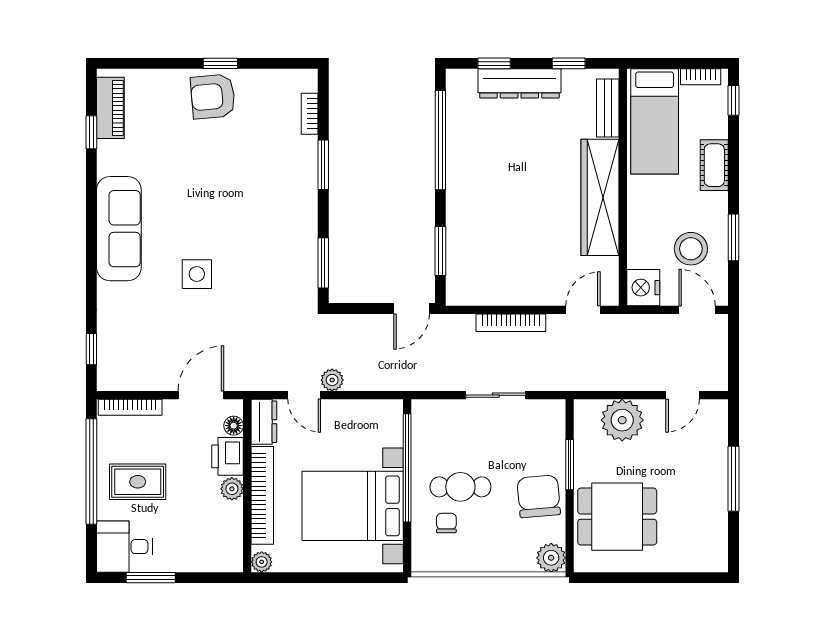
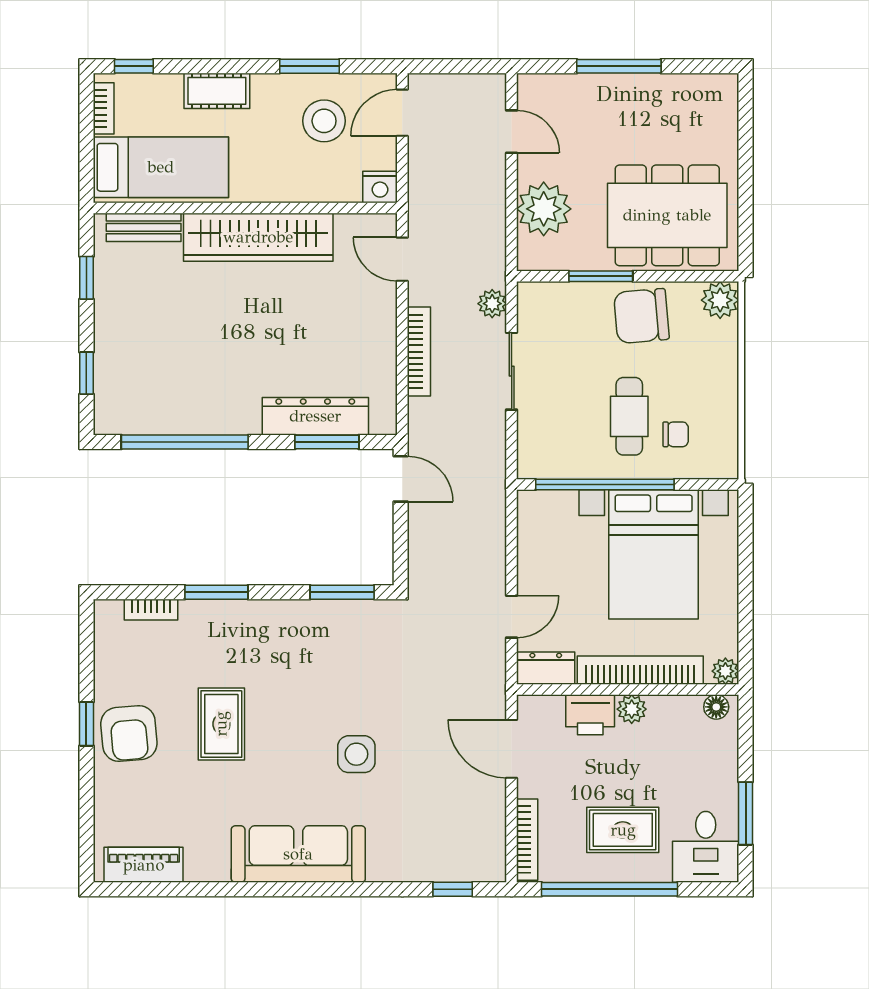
dresser: (519, 83) -> (315, 416), moved, turned -90
window: (91, 132) -> (175, 889), removed
rug: (220, 169) -> (221, 724), added
nightstand: (643, 288) -> (380, 187), width x0.74, depth x0.75
plant: (332, 380) -> (492, 304), moved
floor lamp: (234, 426) -> (716, 707), moved
rug: (138, 482) -> (623, 830), turned 90
dining table: (617, 517) -> (667, 215), width x1.38
chair: (446, 523) -> (676, 434), turned 180

